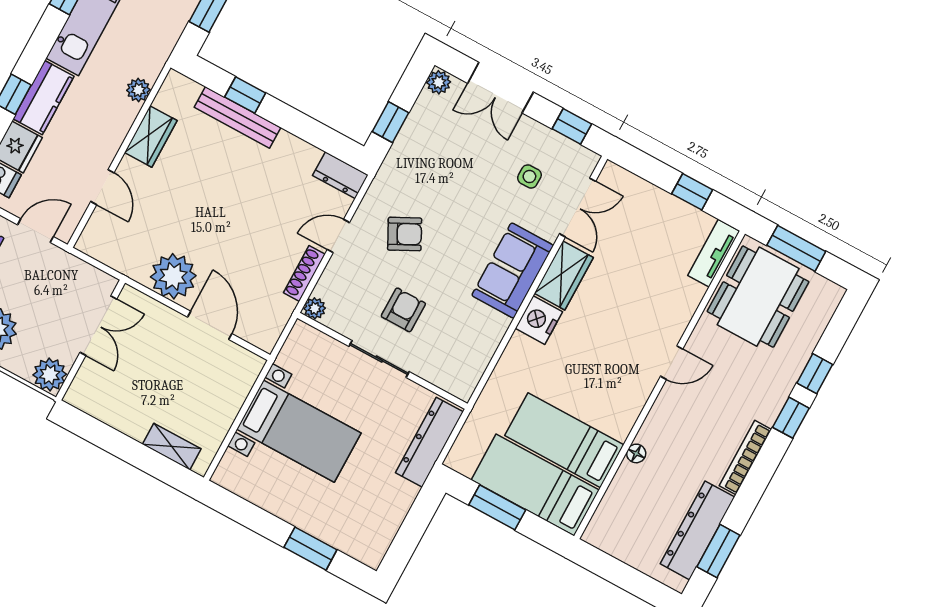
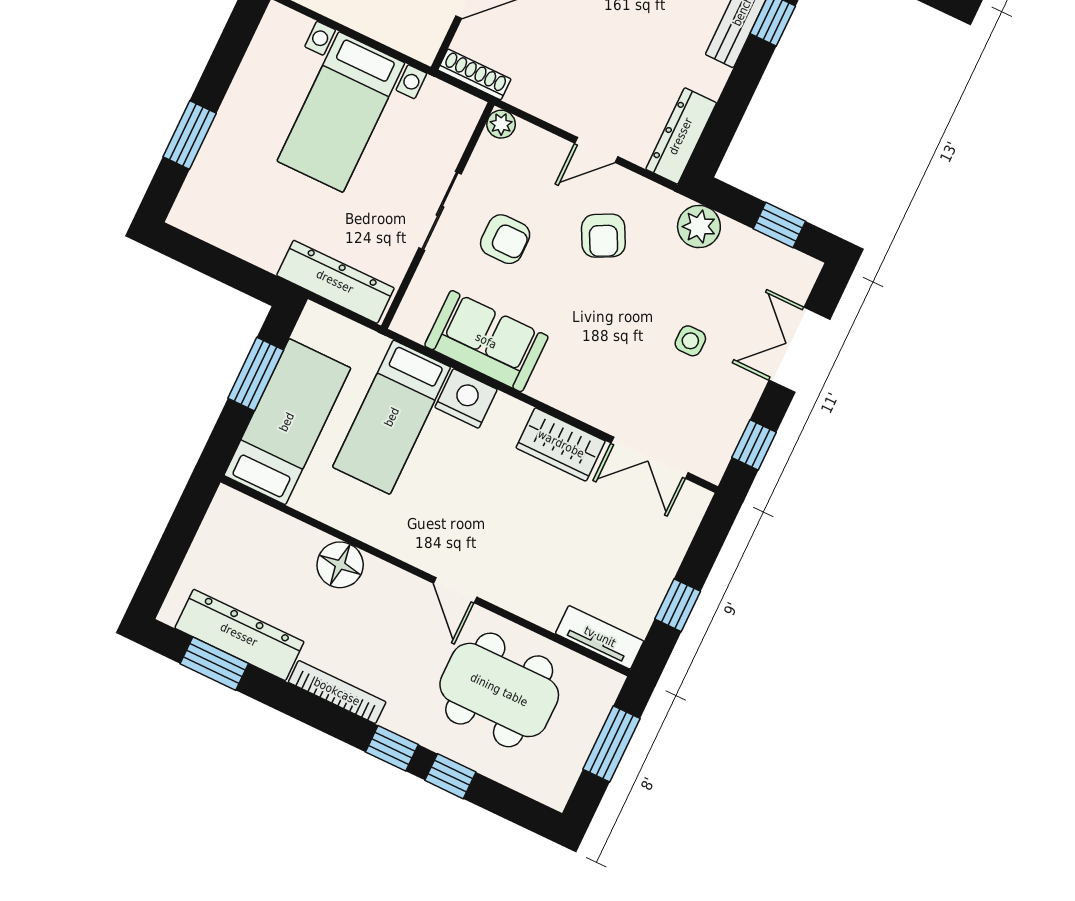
plant: (439, 82) -> (699, 226), moved, width x1.38, depth x1.38
window: (390, 122) -> (779, 225), moved
dresser: (340, 175) -> (681, 136), width x1.44
side table: (529, 176) -> (690, 341), moved
door: (338, 236) -> (596, 150), swing flipped
sofa: (513, 270) -> (486, 341), moved
shoe rack: (304, 273) -> (474, 74), moved
dining table: (758, 297) -> (499, 690), moved
nightstand: (539, 320) -> (466, 398), moved
bed: (564, 440) -> (392, 417), moved, turned 180
floor lamp: (636, 453) -> (340, 565), width x1.89, depth x1.89

